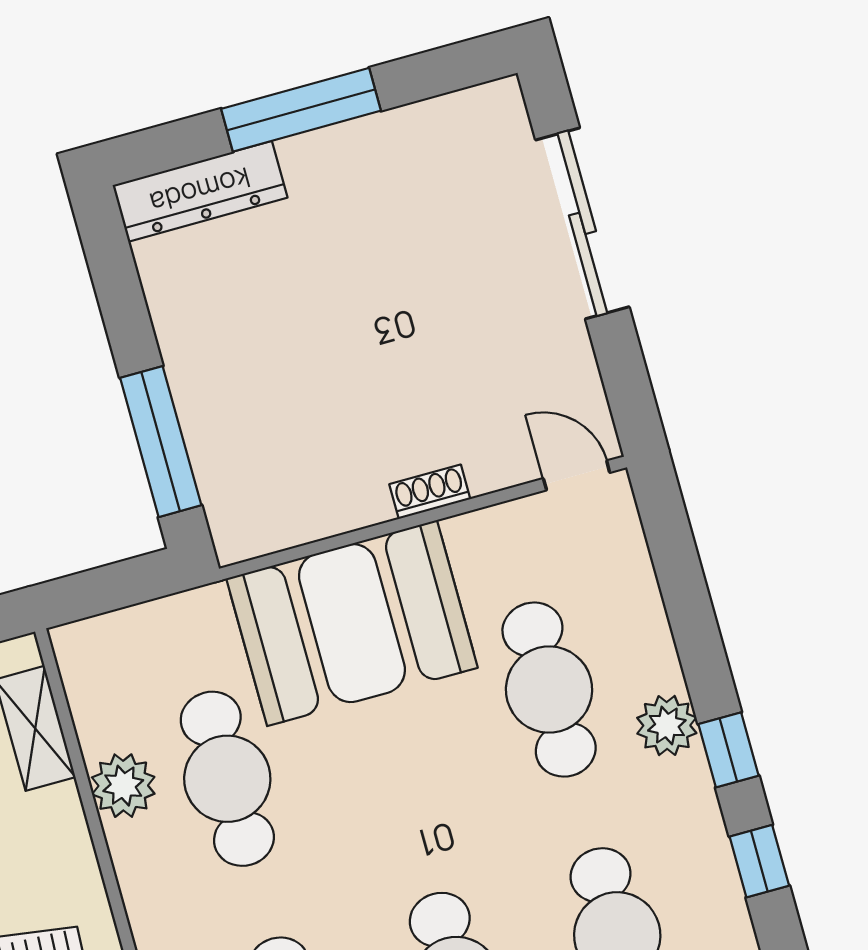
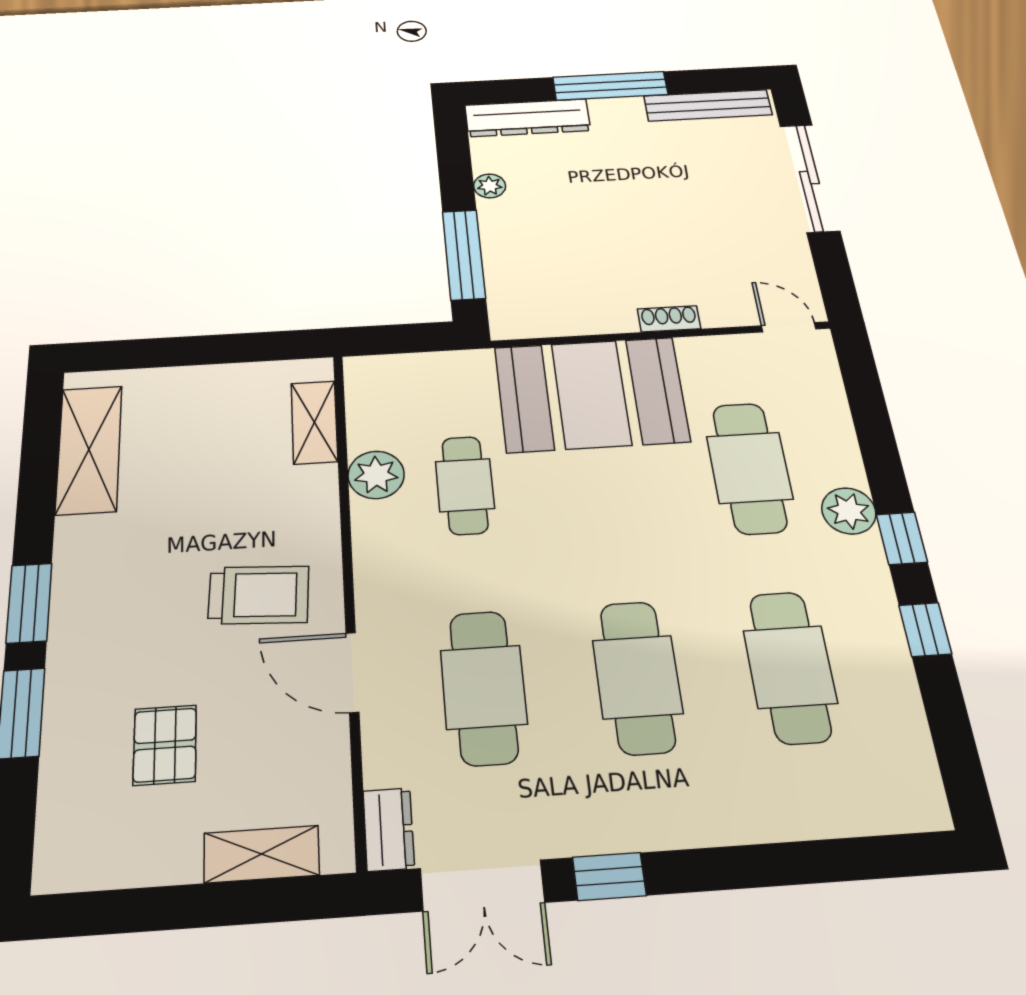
bench: (437, 120) -> (708, 105), added
plant: (172, 321) -> (490, 186), added
cafe table: (227, 779) -> (465, 485), width x0.73, depth x0.74

